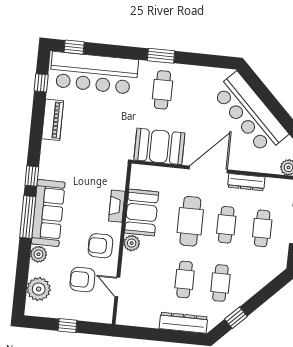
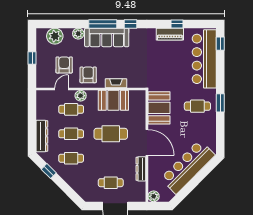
window: (41, 83) -> (177, 24), moved
cafe table: (226, 225) -> (71, 109), moved
plant: (132, 243) -> (81, 96), moved

